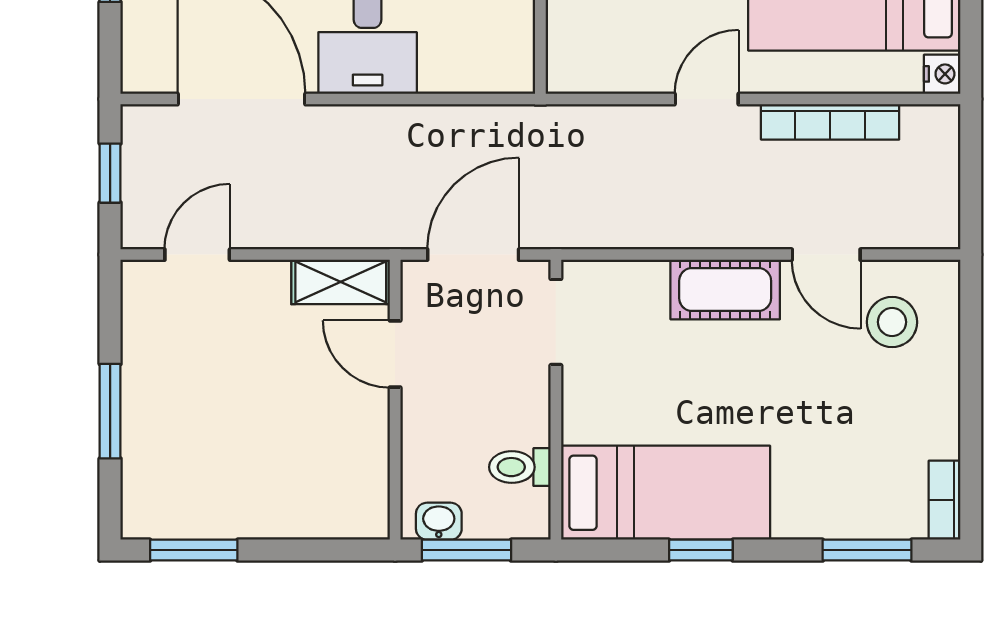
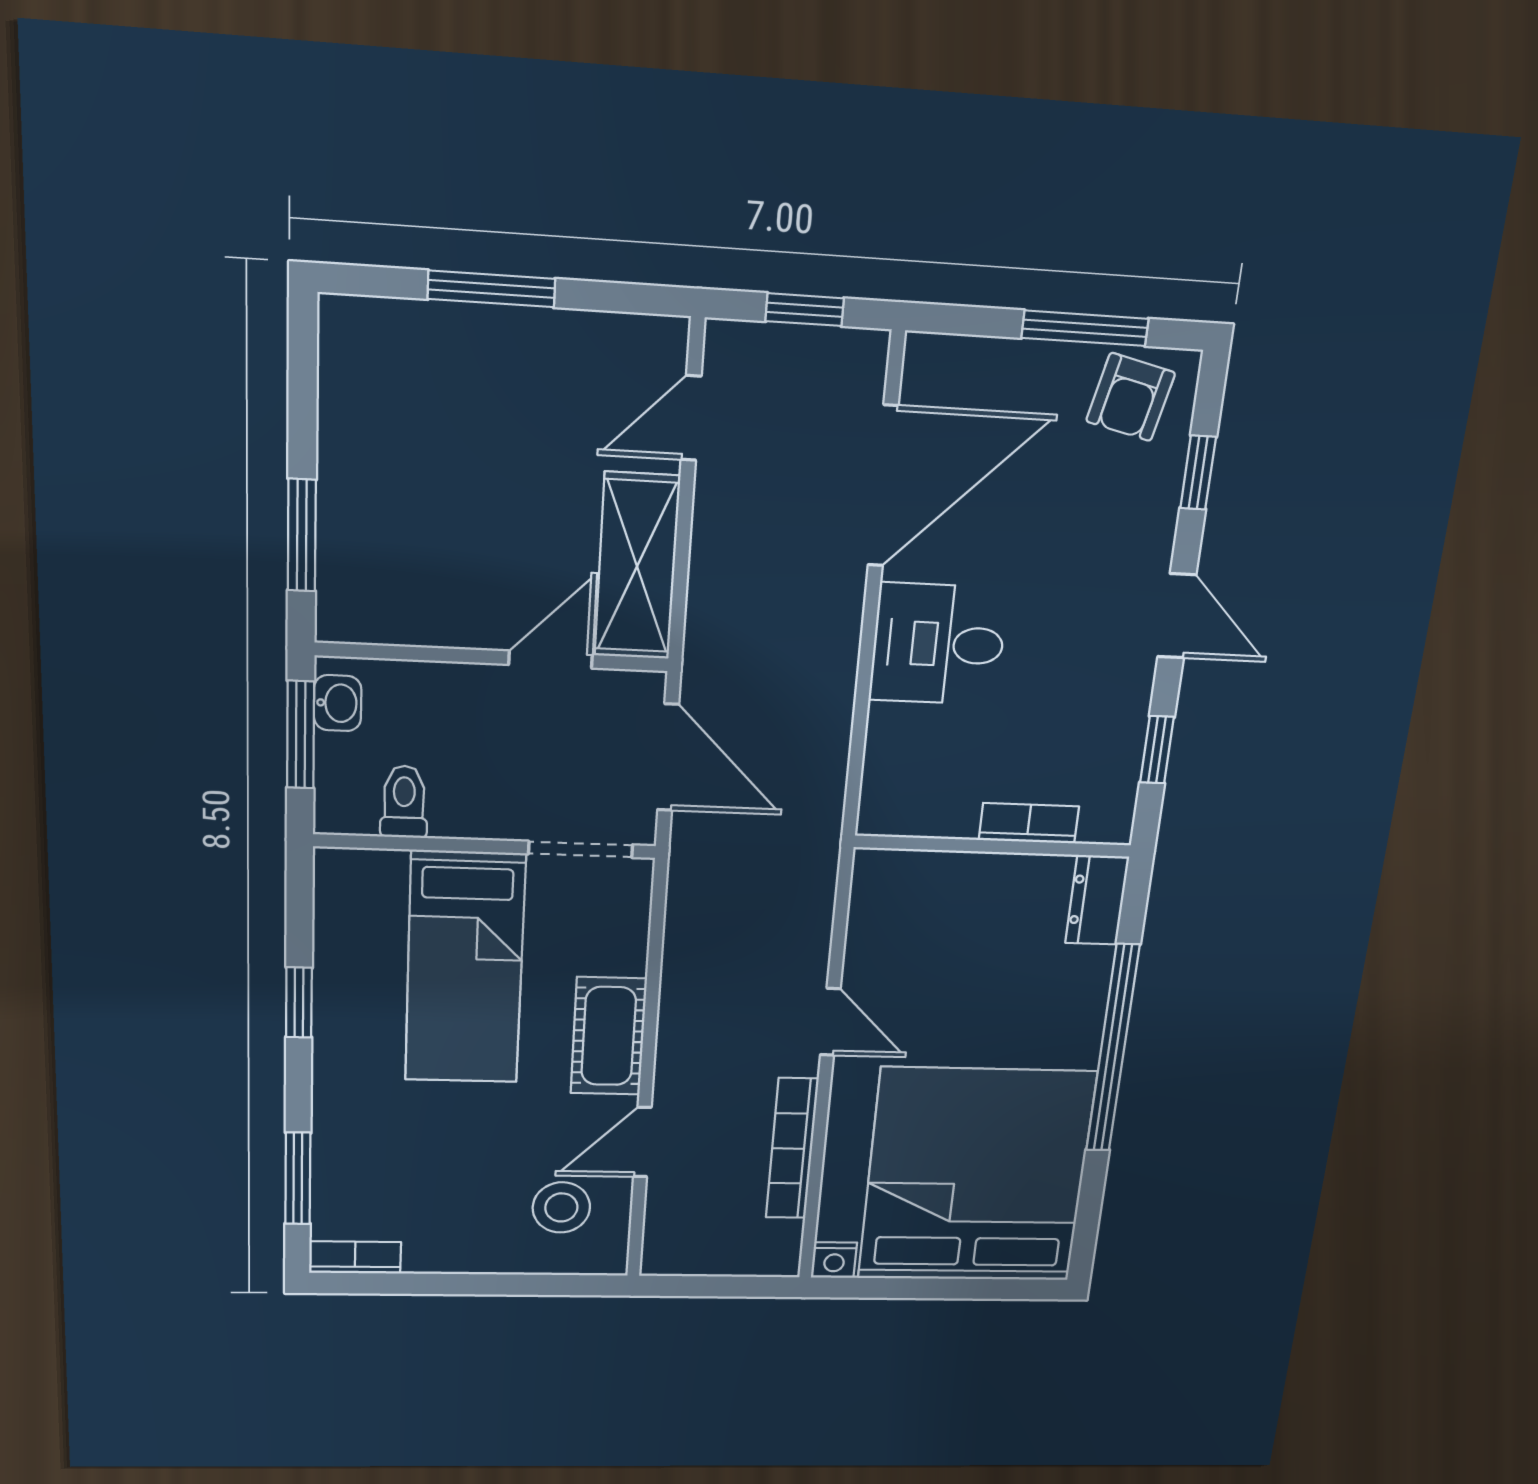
door: (197, 255) -> (691, 418), swing flipped
shelving: (341, 282) -> (637, 566), width x1.50, depth x1.33
bed: (666, 493) -> (465, 968), moved
window: (194, 550) -> (302, 535), moved

